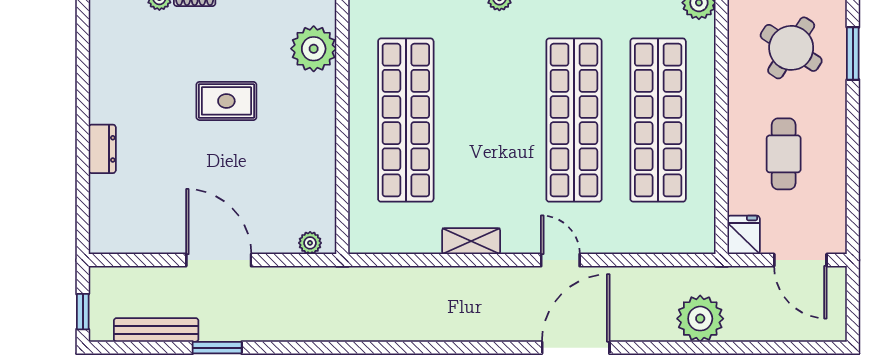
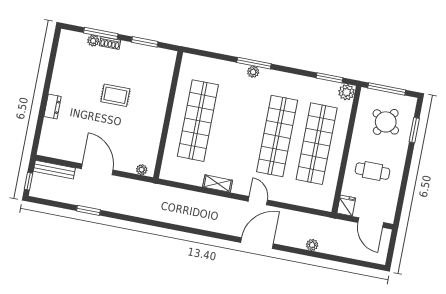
plant: (314, 49) -> (161, 79), removed
cafe table: (784, 154) -> (372, 171), turned 90
plant: (700, 319) -> (312, 245), width x0.53, depth x0.53
bench: (156, 330) -> (54, 170), moved

